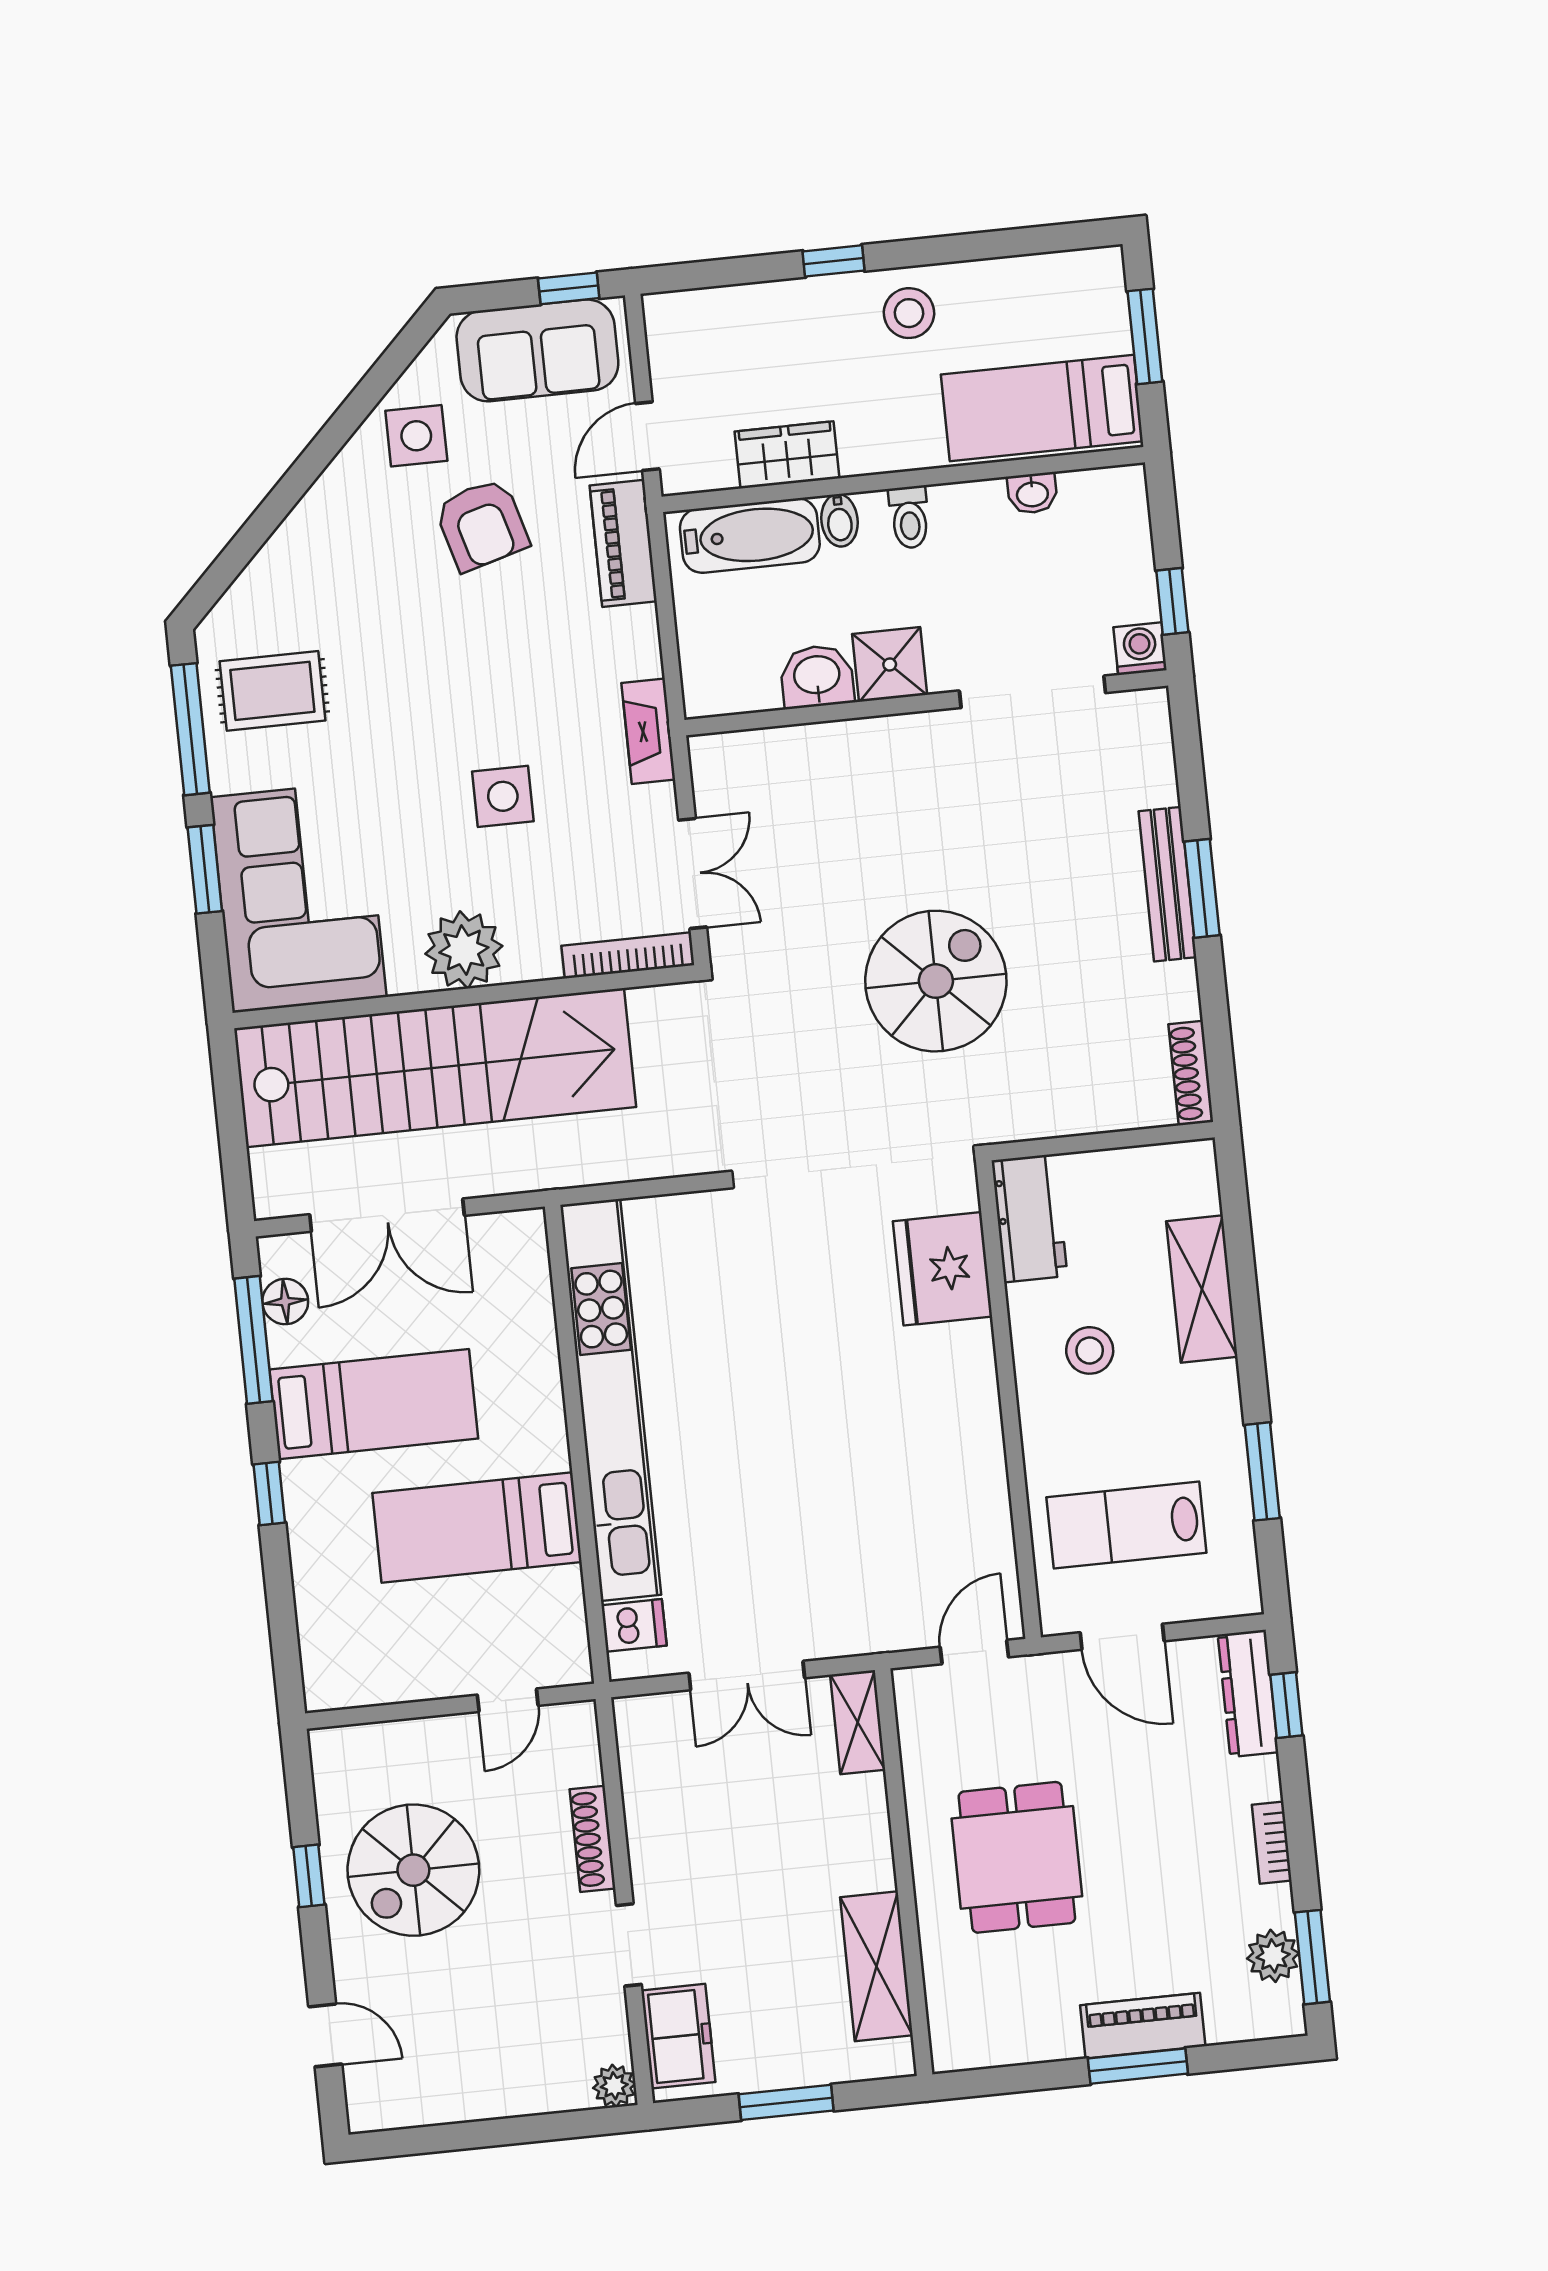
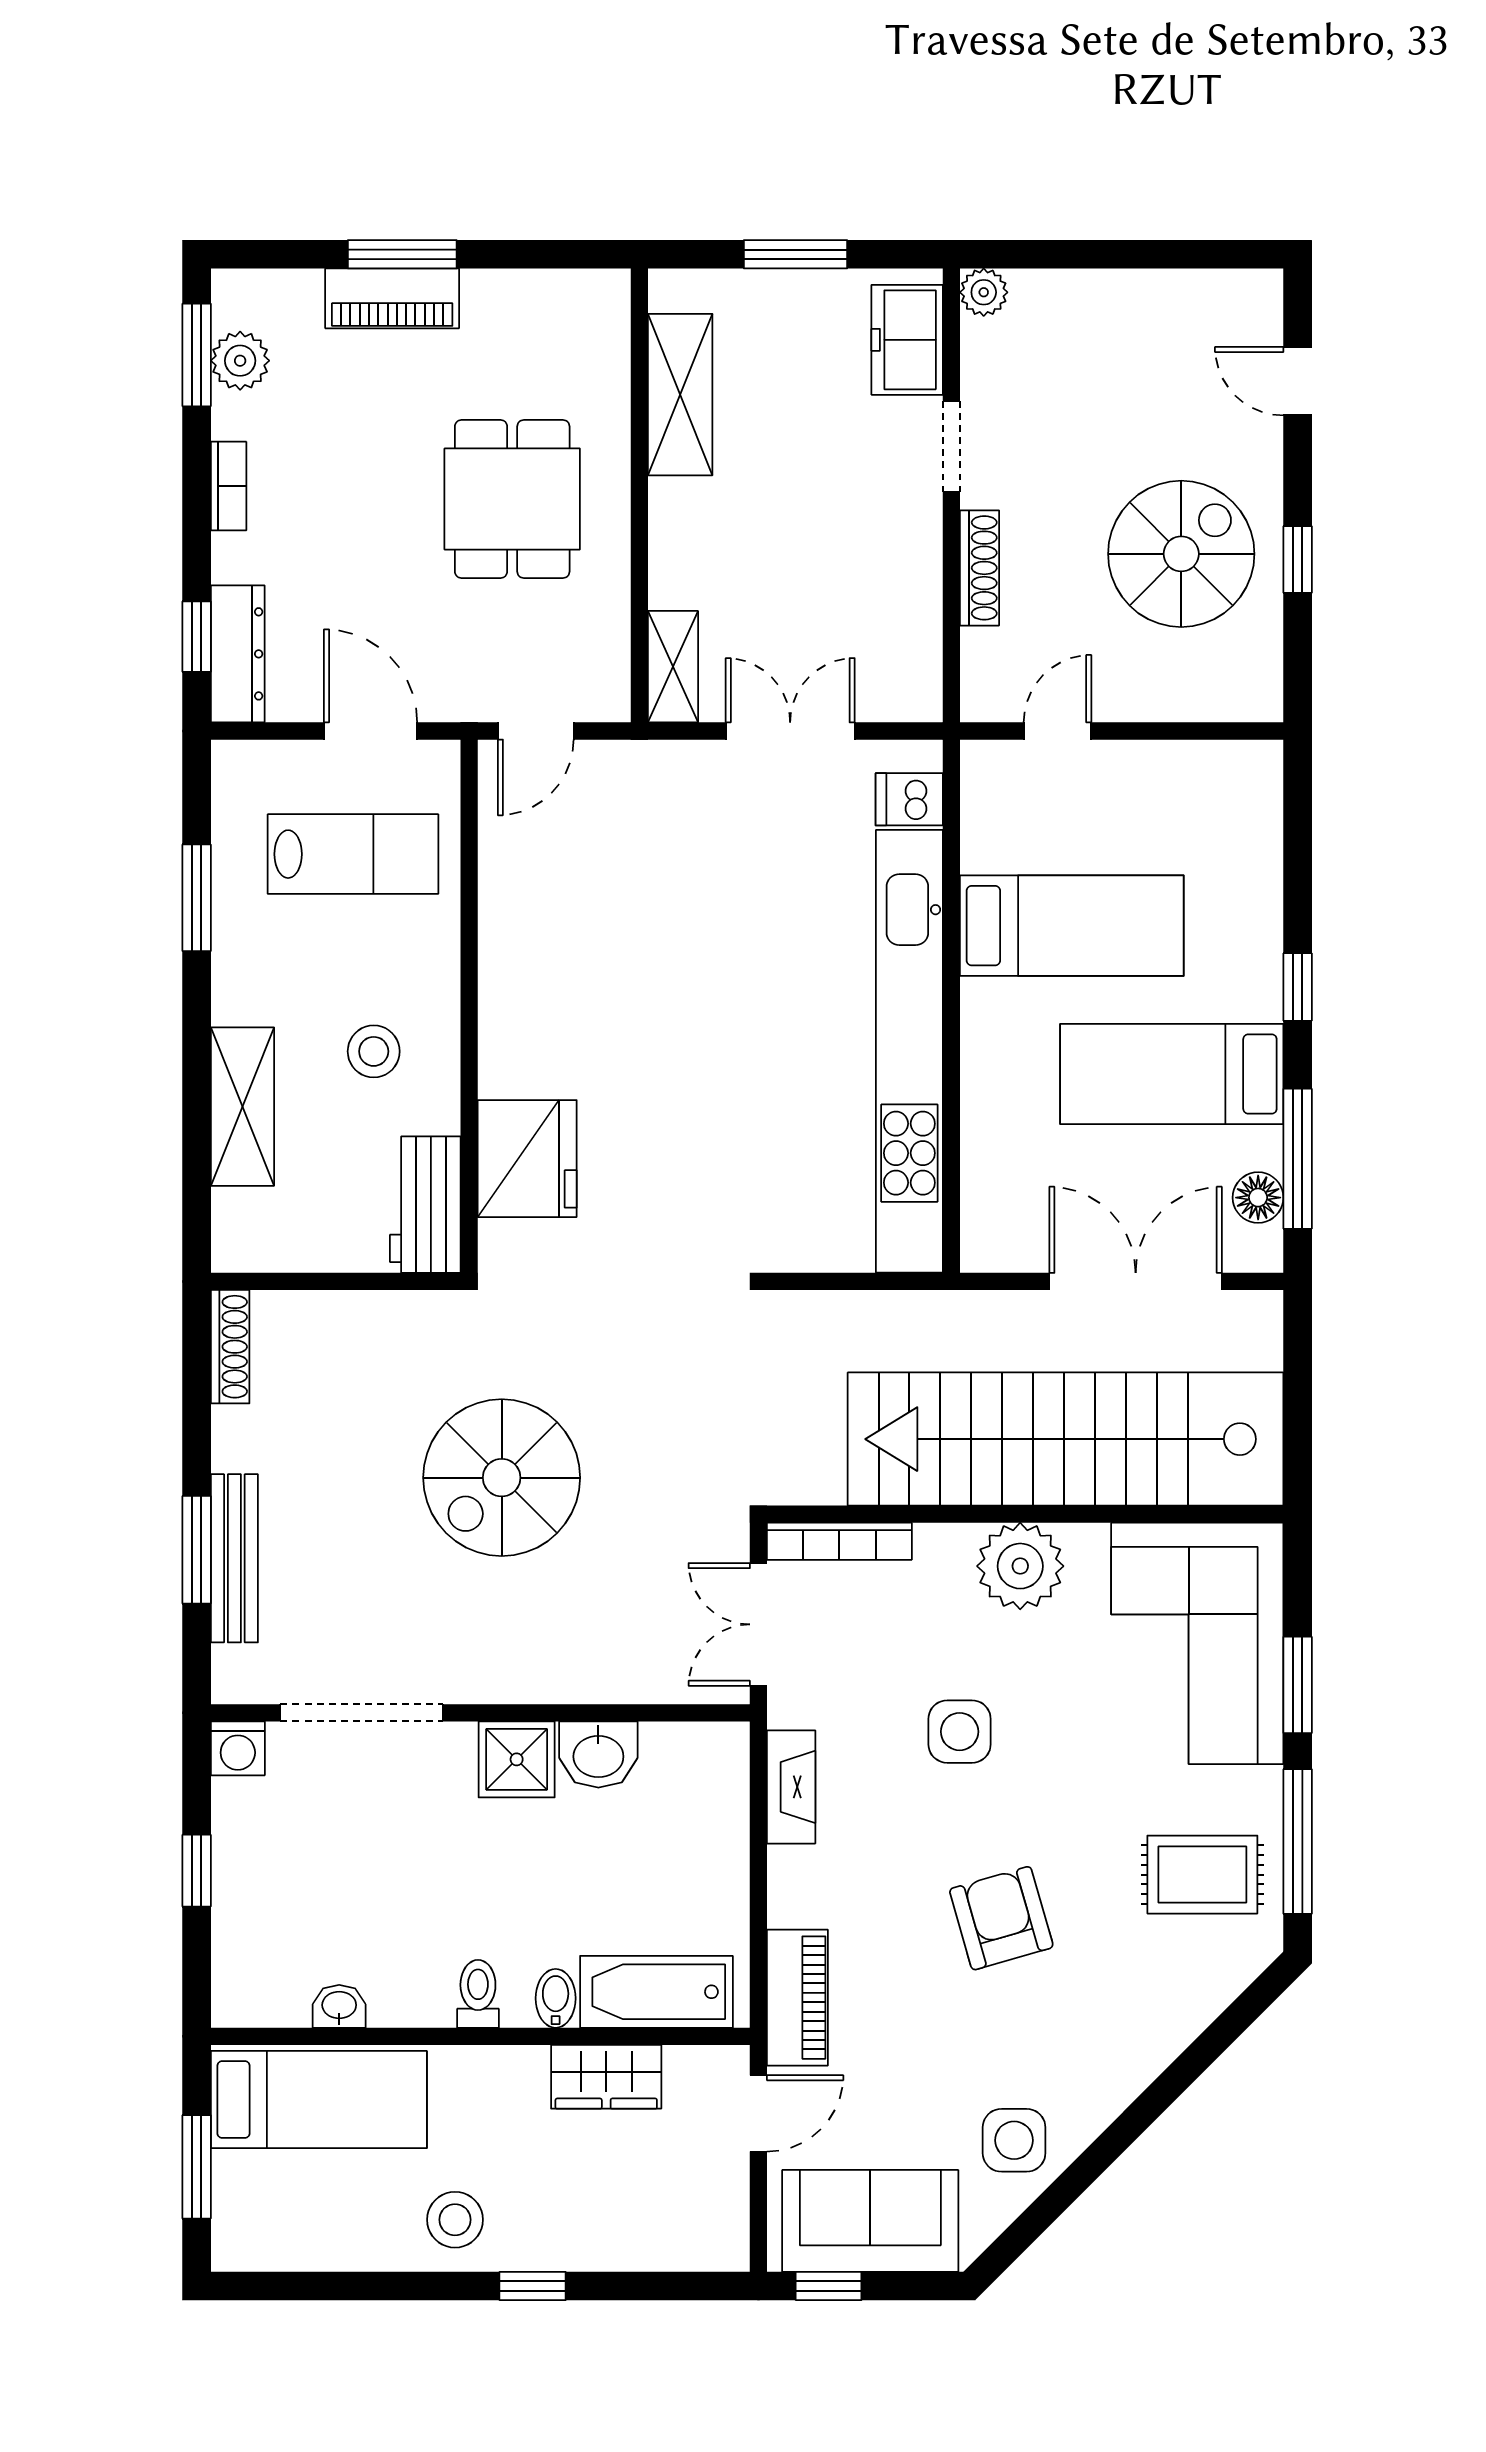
armchair: (482, 525) -> (1001, 1918), moved
washing machine: (1140, 649) -> (238, 1748), moved
shower: (890, 664) -> (517, 1759), moved
washbasin: (817, 676) -> (598, 1754), moved
doorway: (1032, 692) -> (362, 1713), moved
wall: (926, 703) -> (480, 1713), moved

